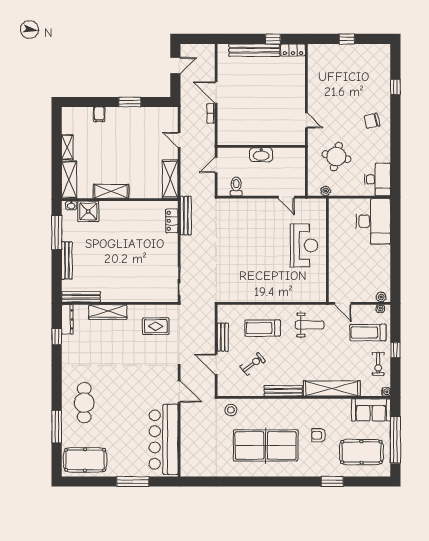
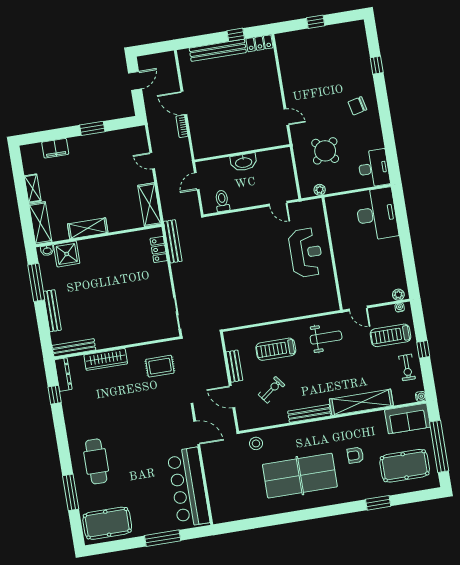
filing cabinet: (99, 114) -> (55, 148), width x2.00
round table: (336, 157) -> (325, 151), turned 36

